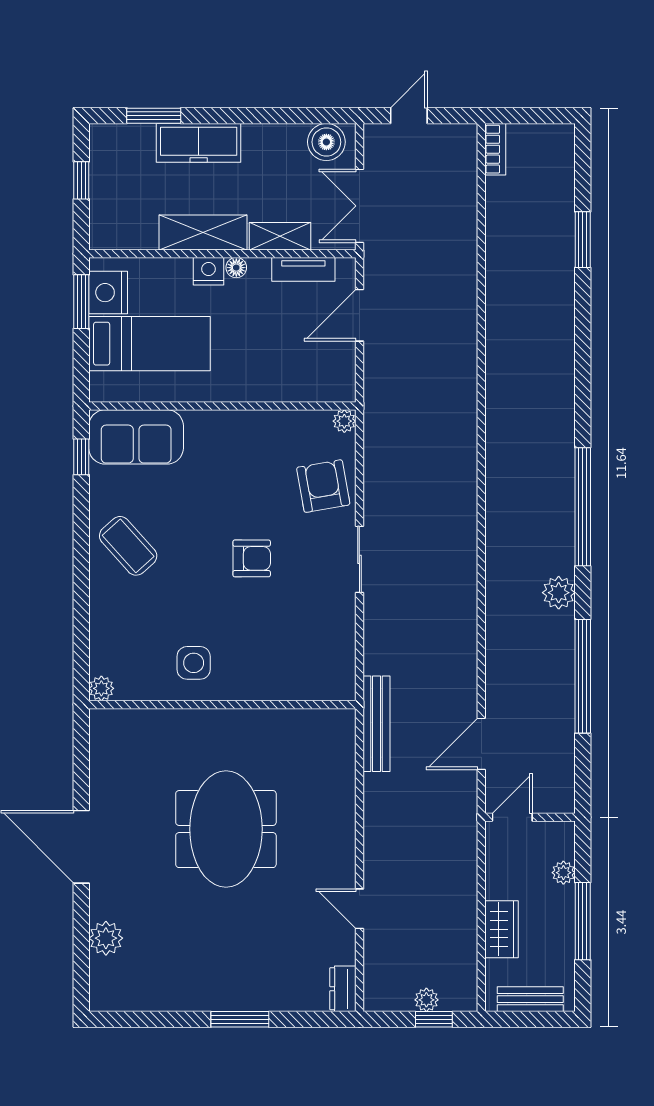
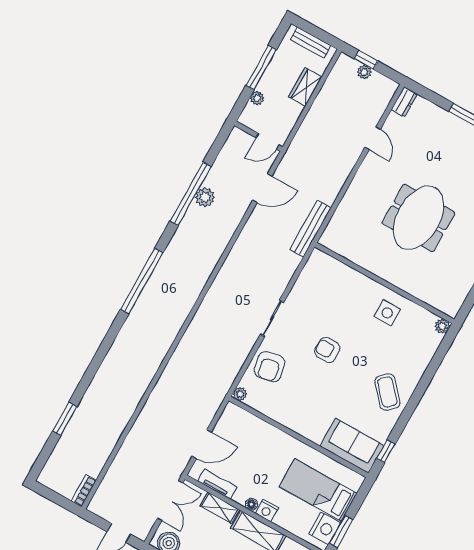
plant: (559, 593) -> (205, 197), moved

